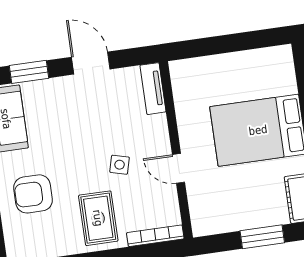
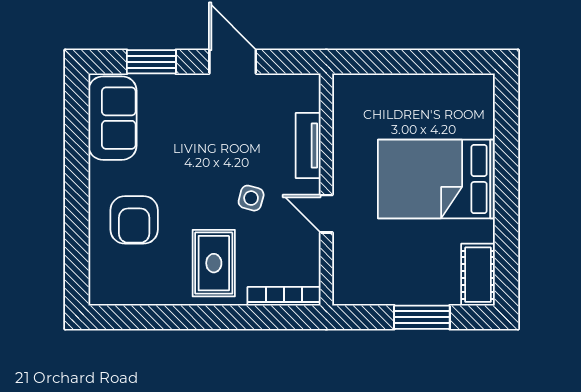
tv unit: (153, 89) -> (308, 145), moved
armchair: (33, 194) -> (134, 220), turned -90

